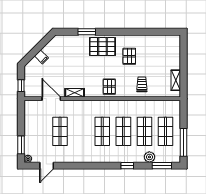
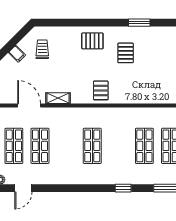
window: (87, 32) -> (139, 23), moved
pallet: (102, 47) -> (92, 41), width x0.67, depth x0.71
trolley: (142, 84) -> (42, 49), moved
shop shelf: (123, 131) -> (14, 146), moved
plant: (149, 157) -> (151, 178), removed

